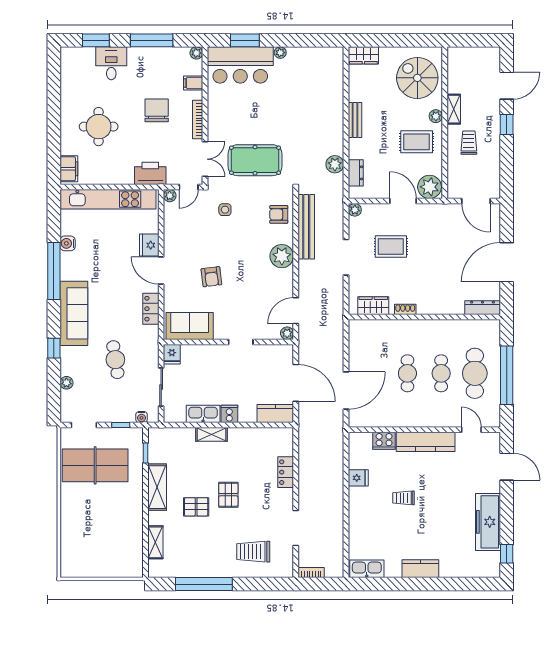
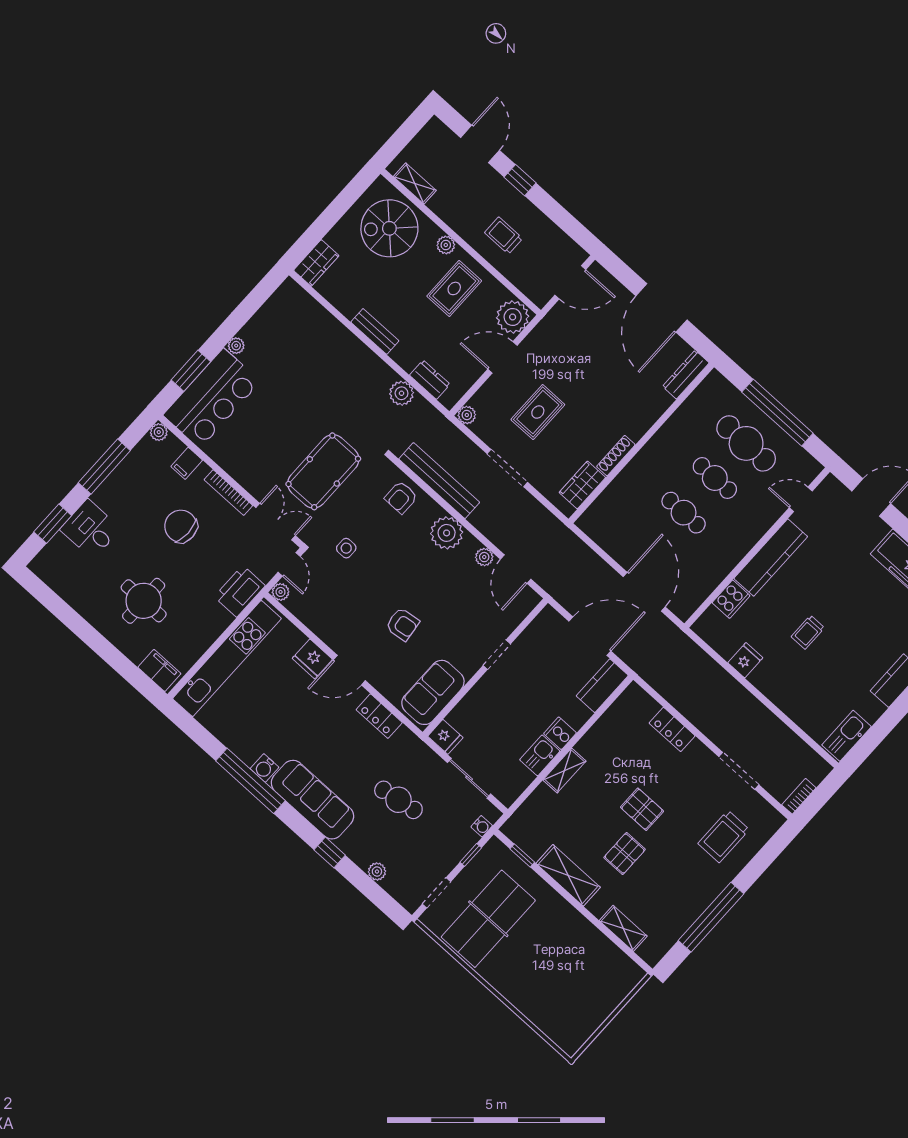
shelving: (454, 109) -> (415, 183), moved
water cooler: (68, 243) -> (265, 768), moved
shoe rack: (405, 309) -> (616, 456), width x1.43
plant: (287, 333) -> (484, 557), moved
kitchen sink: (203, 414) -> (540, 755), width x0.73

